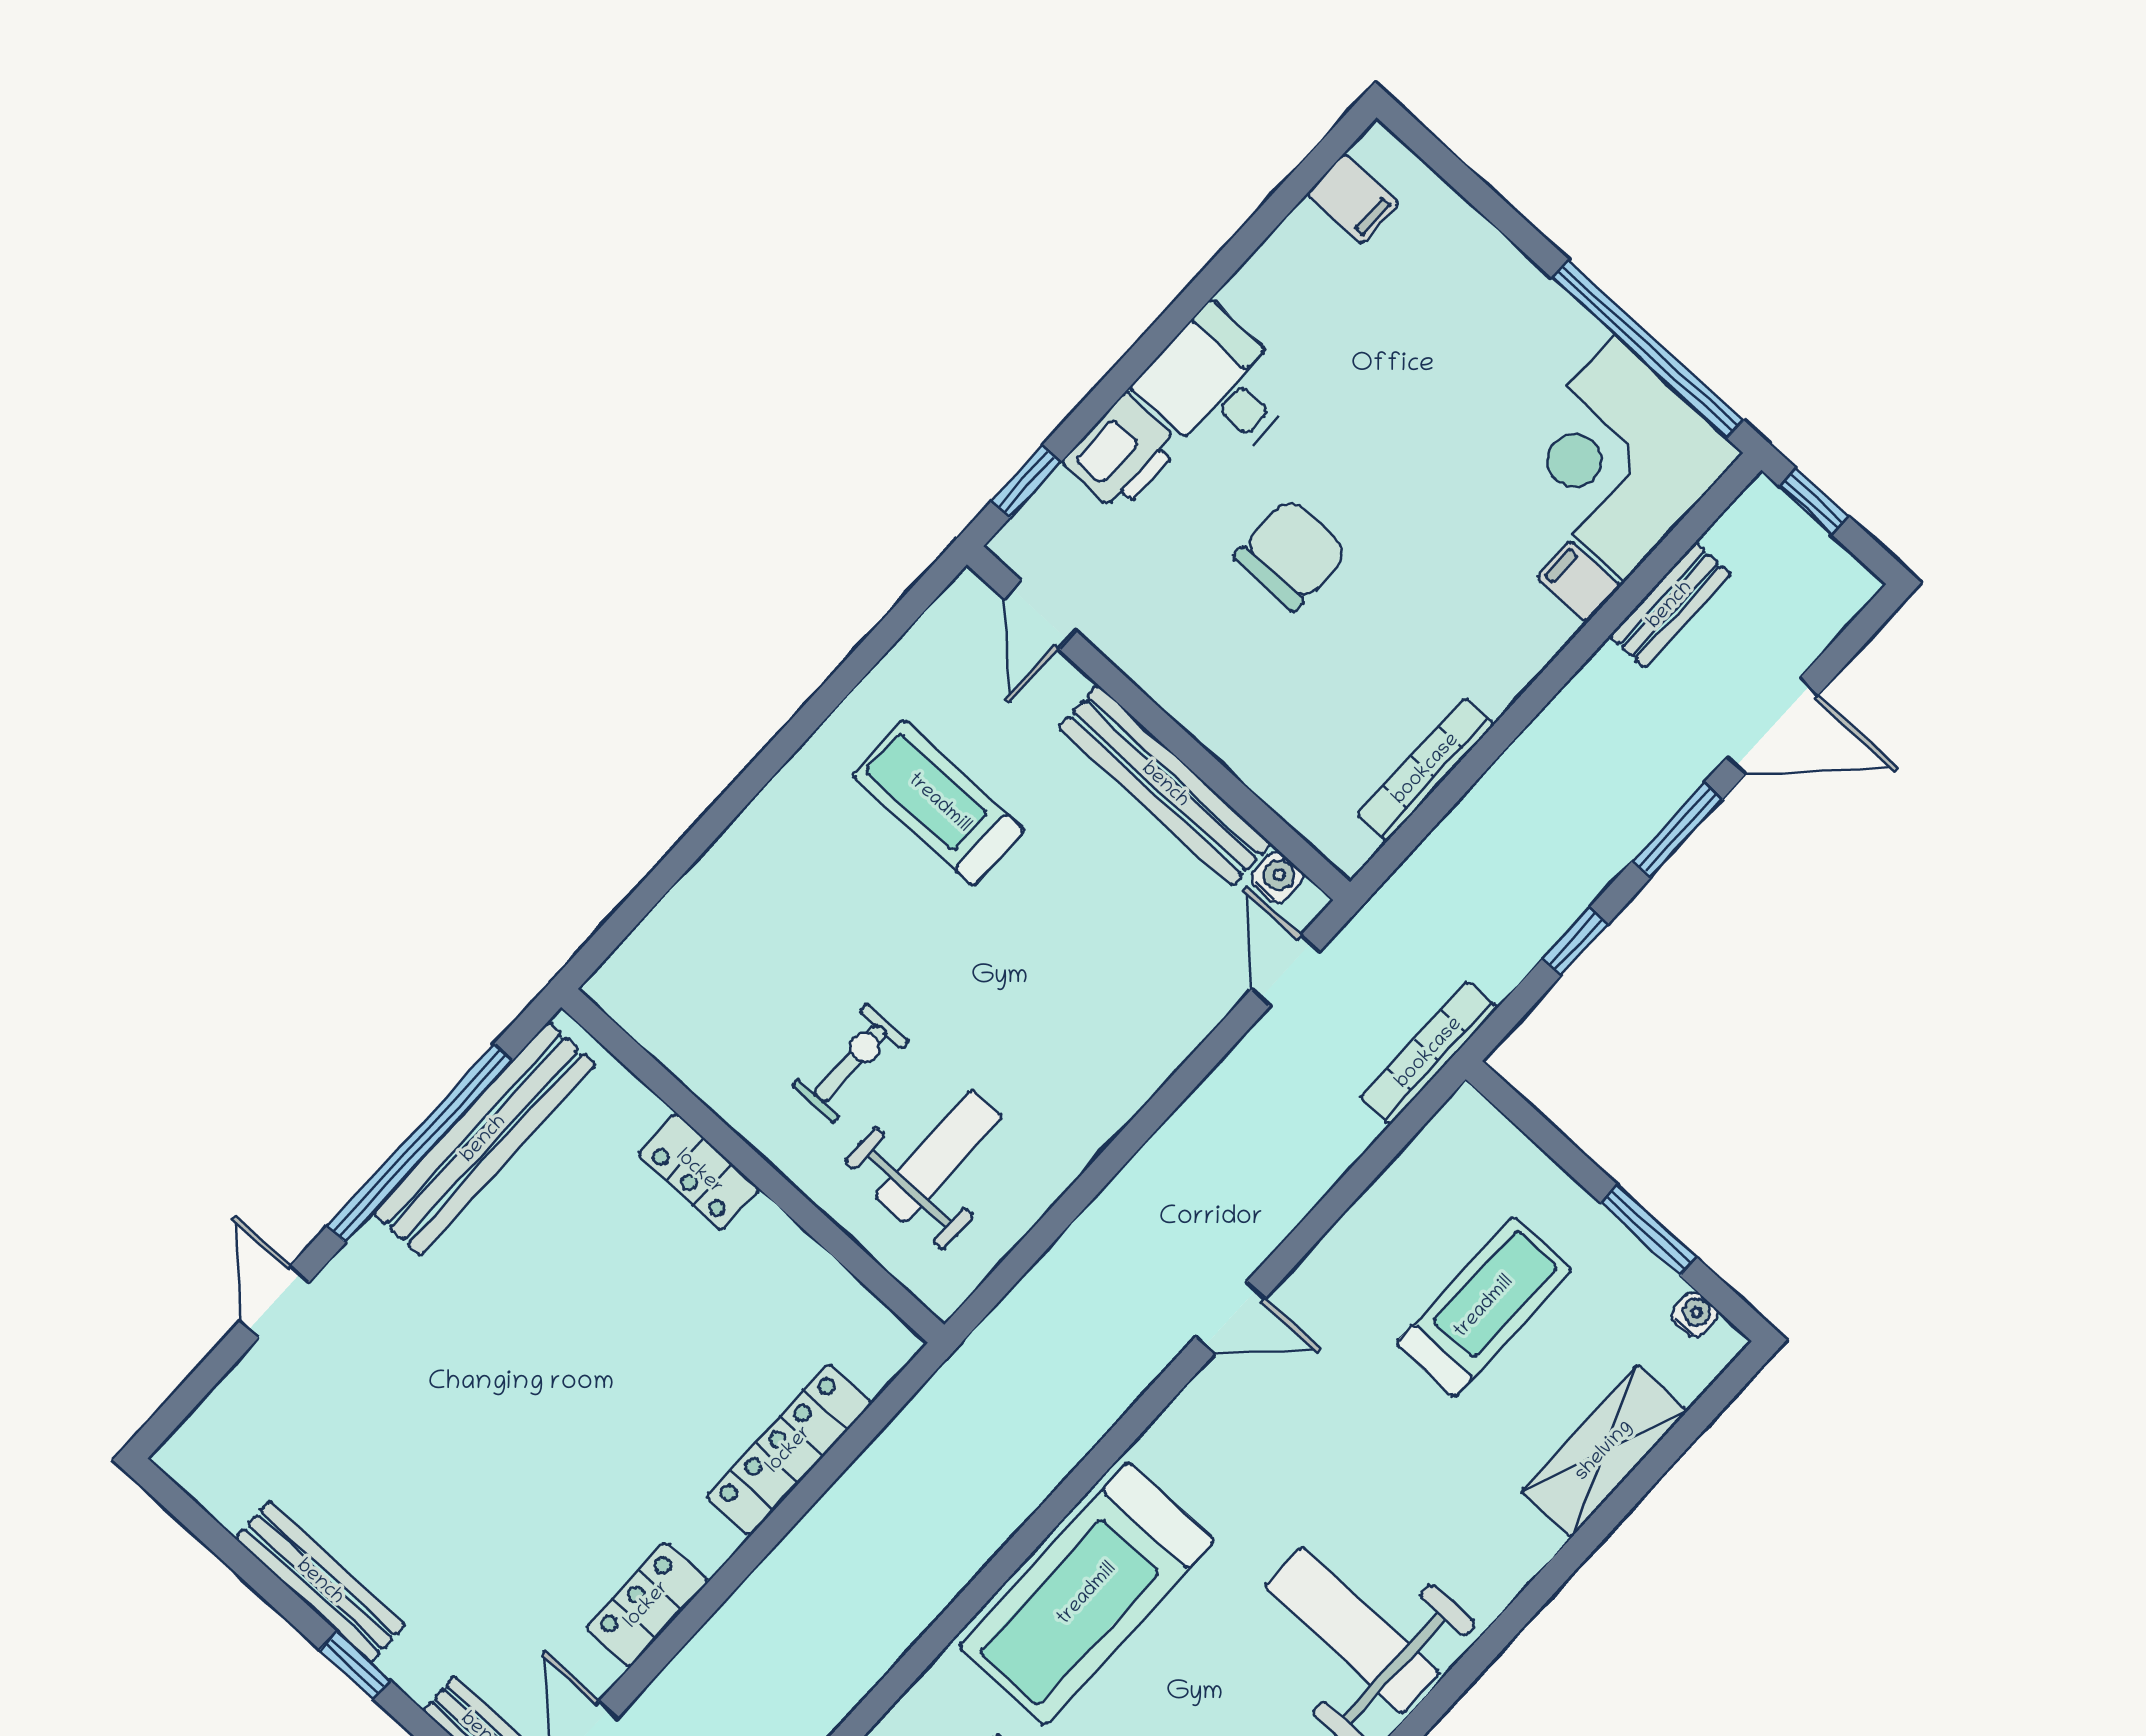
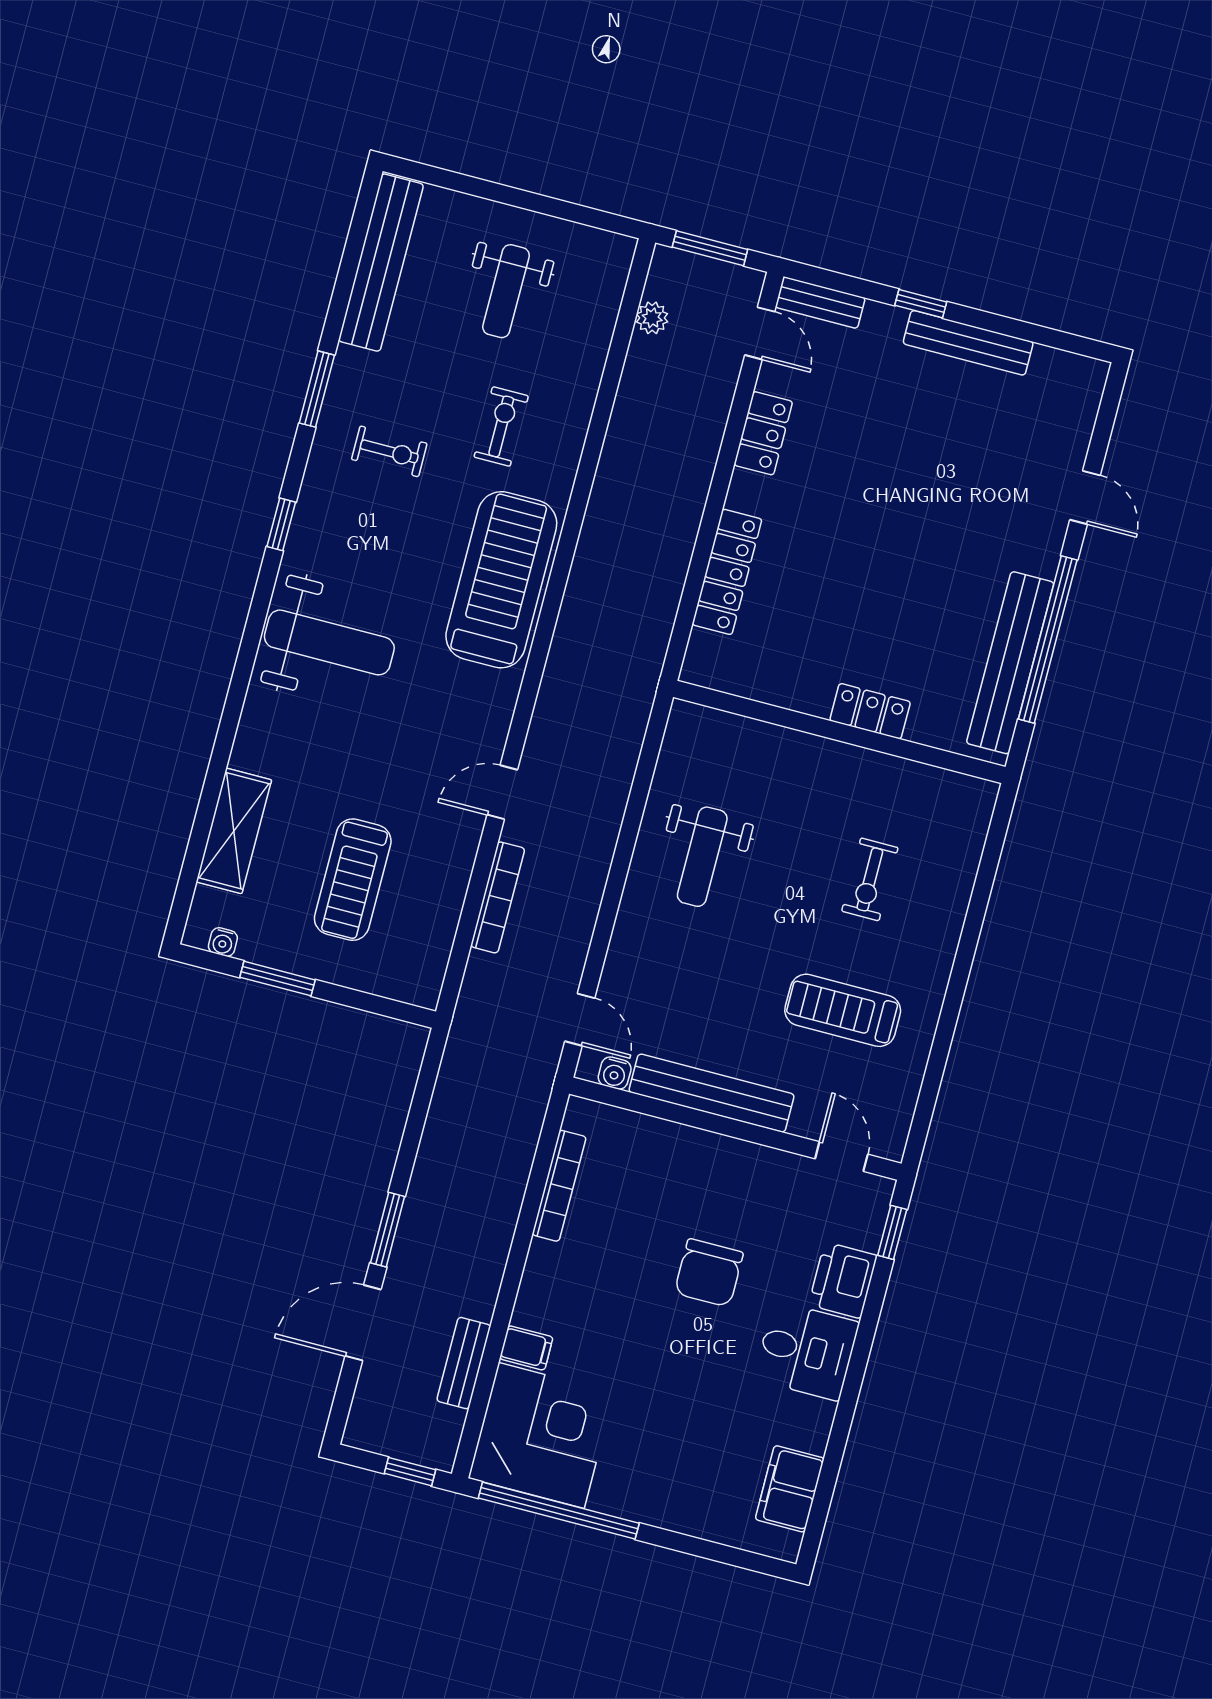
filing cabinet: (1353, 199) -> (790, 1489), width x2.00
treadmill: (939, 803) -> (843, 1010), turned 180
window: (1576, 941) -> (414, 1130), removed
bookcase: (1429, 1053) -> (498, 897), moved
exercise bike: (850, 1063) -> (870, 879), moved
weight bench: (939, 1156) -> (702, 857), moved

